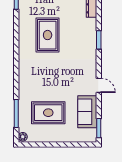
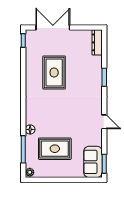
floor lamp: (23, 93) -> (30, 129), added
sofa: (87, 112) -> (93, 162), moved

